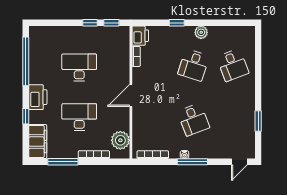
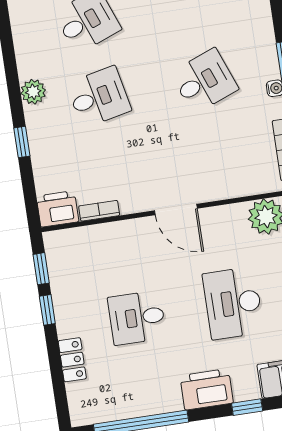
locker: (63, 32) -> (72, 360), added
desk: (194, 65) -> (99, 97), turned -30
desk: (79, 67) -> (137, 318), width x0.73

